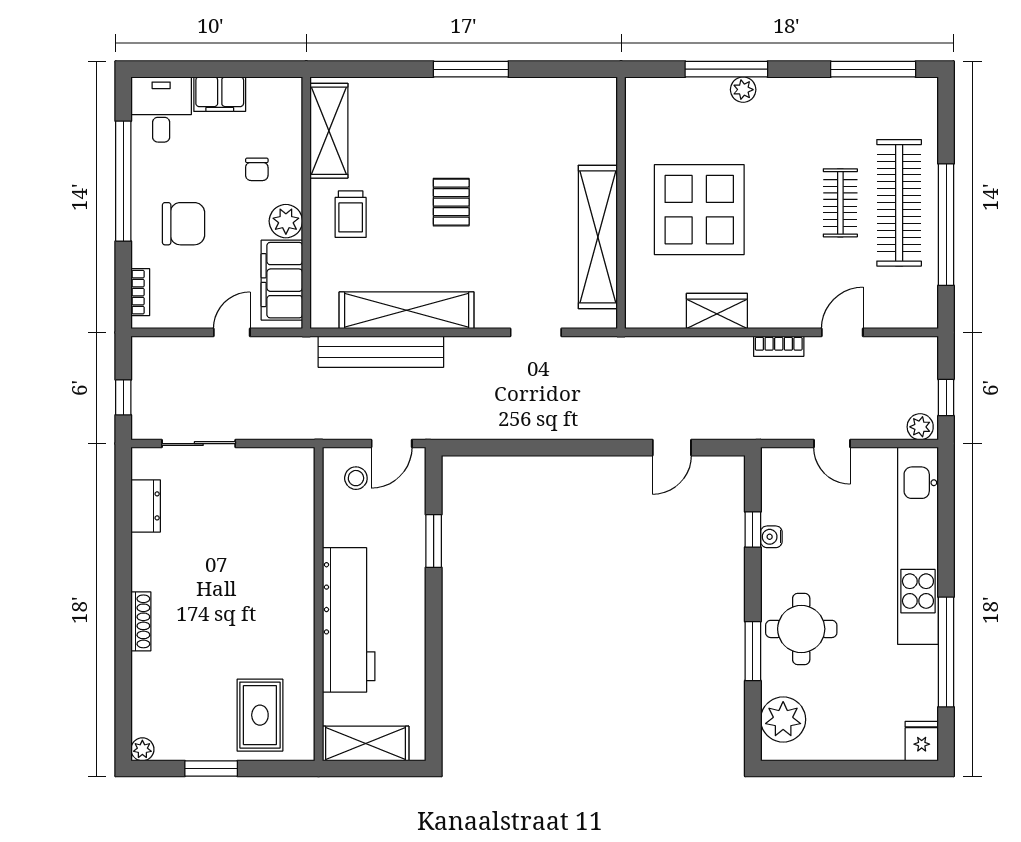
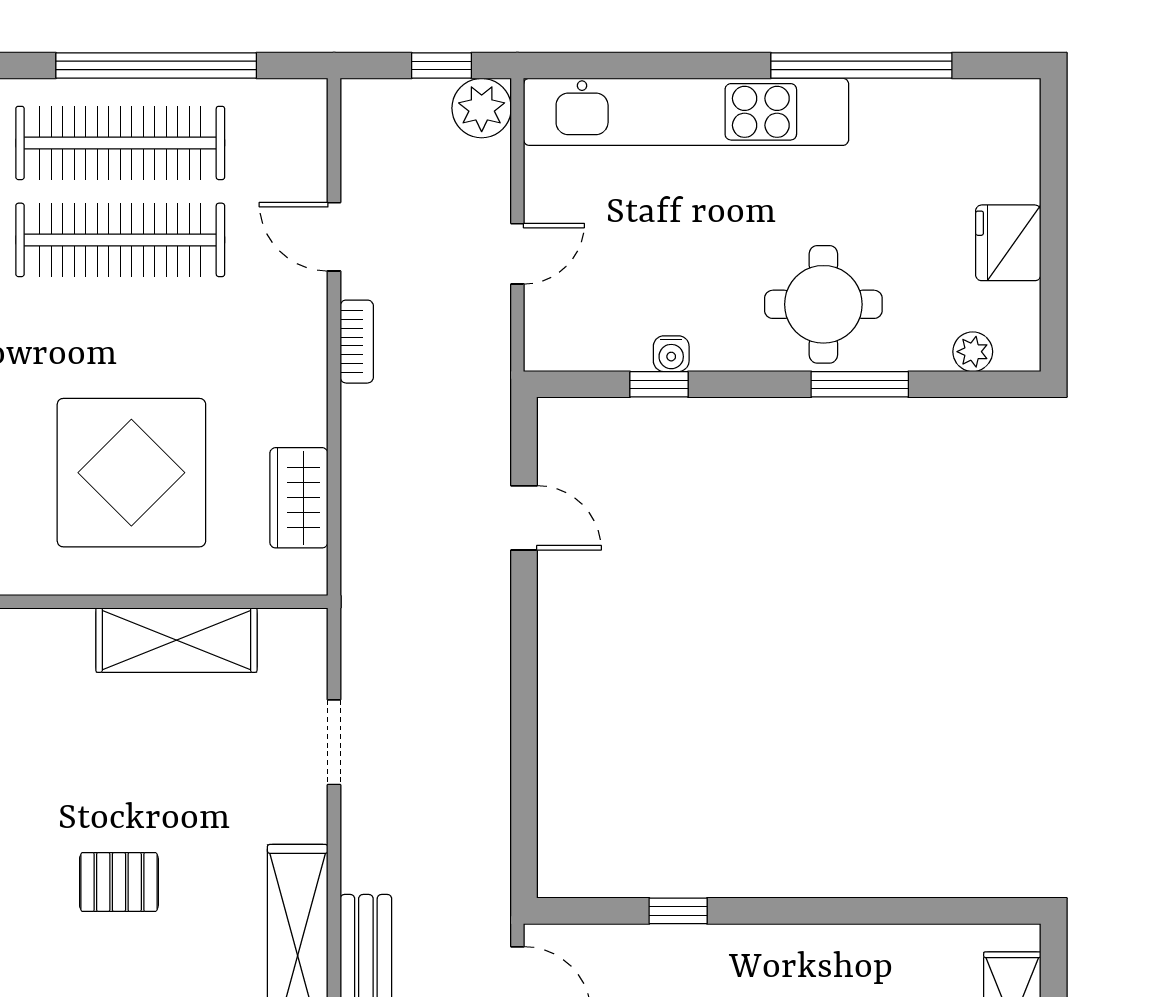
clothes rail: (840, 203) -> (120, 240), width x1.86, depth x1.31
shelving: (598, 237) -> (176, 640), width x0.68
wardrobe: (717, 311) -> (299, 498), moved
plant: (920, 427) -> (482, 108), width x1.38, depth x1.38
window: (434, 541) -> (678, 911), width x0.67
plant: (783, 719) -> (973, 352), width x0.53, depth x0.53
fridge: (922, 741) -> (1008, 243), moved, width x1.38

